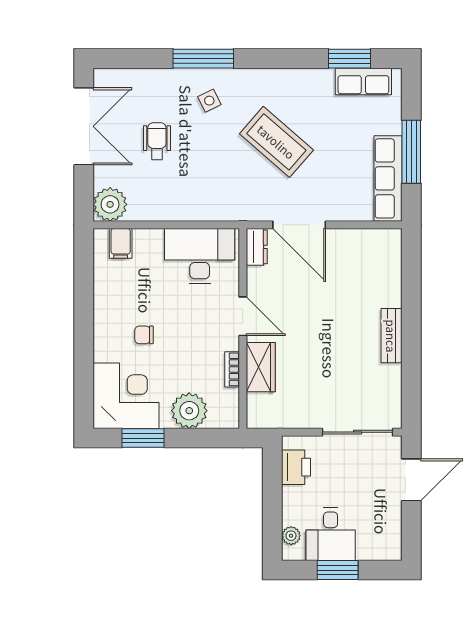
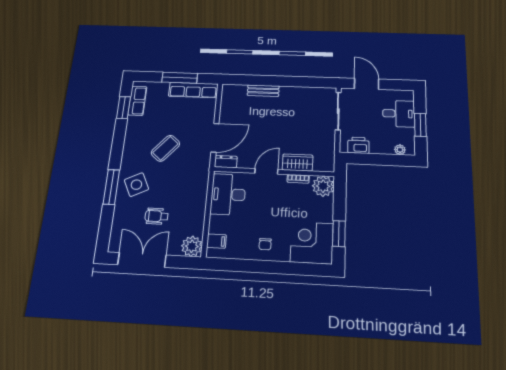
side table: (209, 101) -> (136, 185), width x1.87, depth x1.87
coffee table: (276, 142) -> (165, 148), width x0.73, depth x0.76
chair: (144, 335) -> (265, 244), moved
bench: (391, 336) -> (263, 91), moved
plant: (189, 411) -> (323, 186), moved
desk: (331, 534) -> (399, 114), moved

